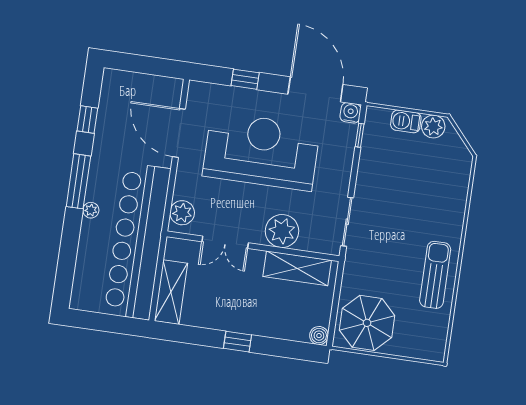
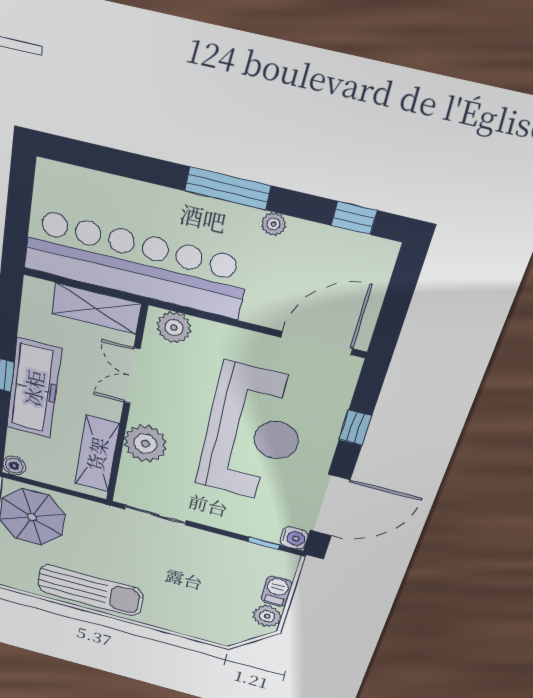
window: (87, 119) -> (354, 218), moved
door: (179, 133) -> (317, 343), moved
plant: (91, 210) -> (274, 224), moved
sun lounger: (435, 275) -> (90, 590), width x1.36, depth x1.34
shelving: (171, 292) -> (96, 309), moved
freezer: (246, 317) -> (34, 388), added

